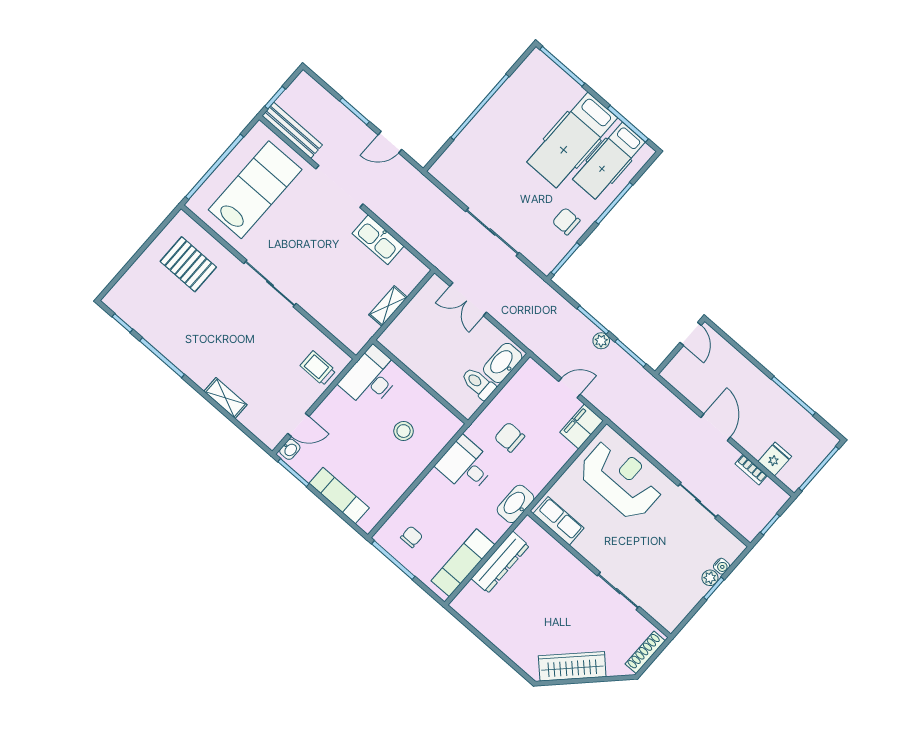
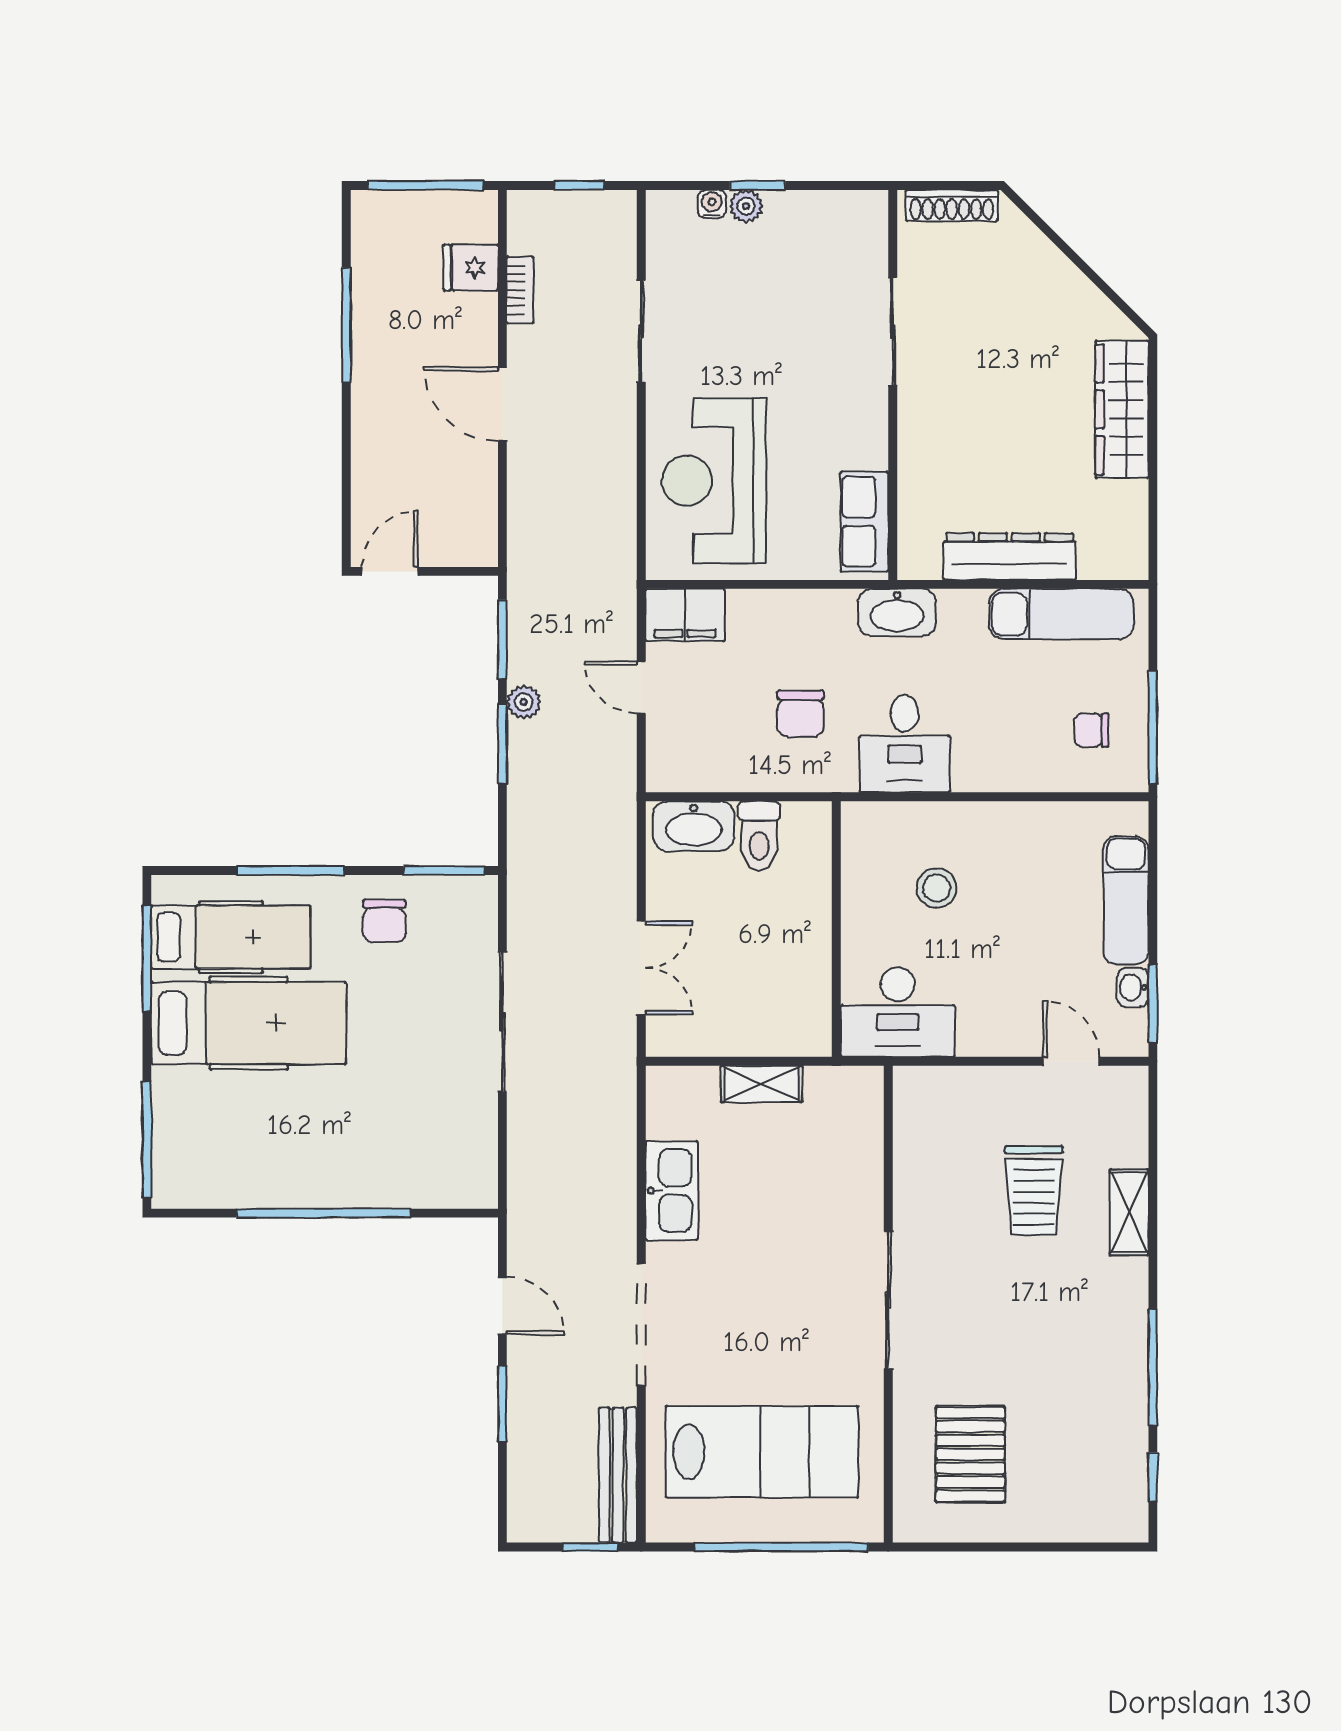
lab bench: (255, 190) -> (762, 1452), turned 180
trolley: (318, 368) -> (1034, 1191), moved, width x1.36, depth x1.39
door: (716, 427) -> (502, 404), hinge flipped
washbasin: (290, 449) -> (1133, 987), moved, turned -90
wardrobe: (572, 666) -> (1122, 409), moved, turned 45

